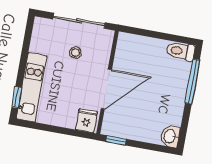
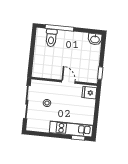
toilet: (181, 51) -> (51, 38), moved
door: (106, 89) -> (68, 82), width x0.53

